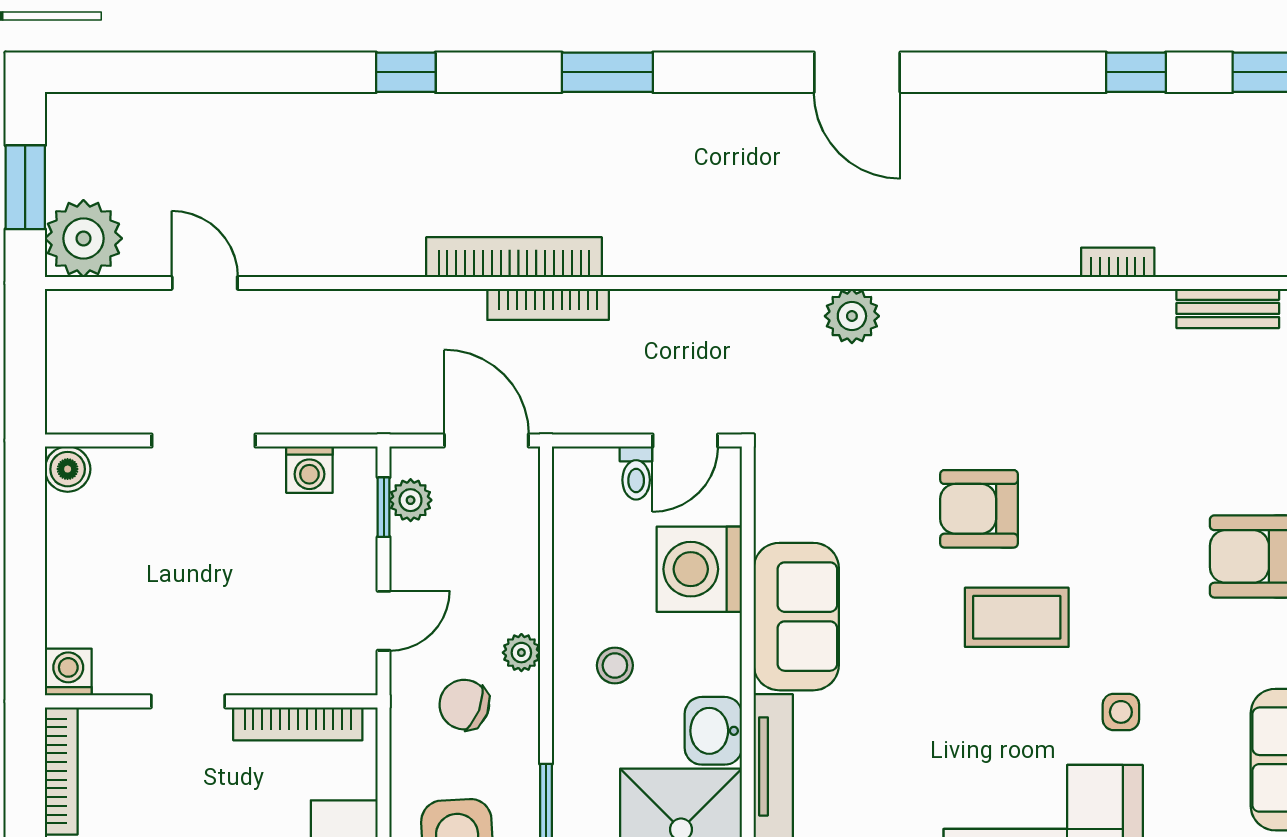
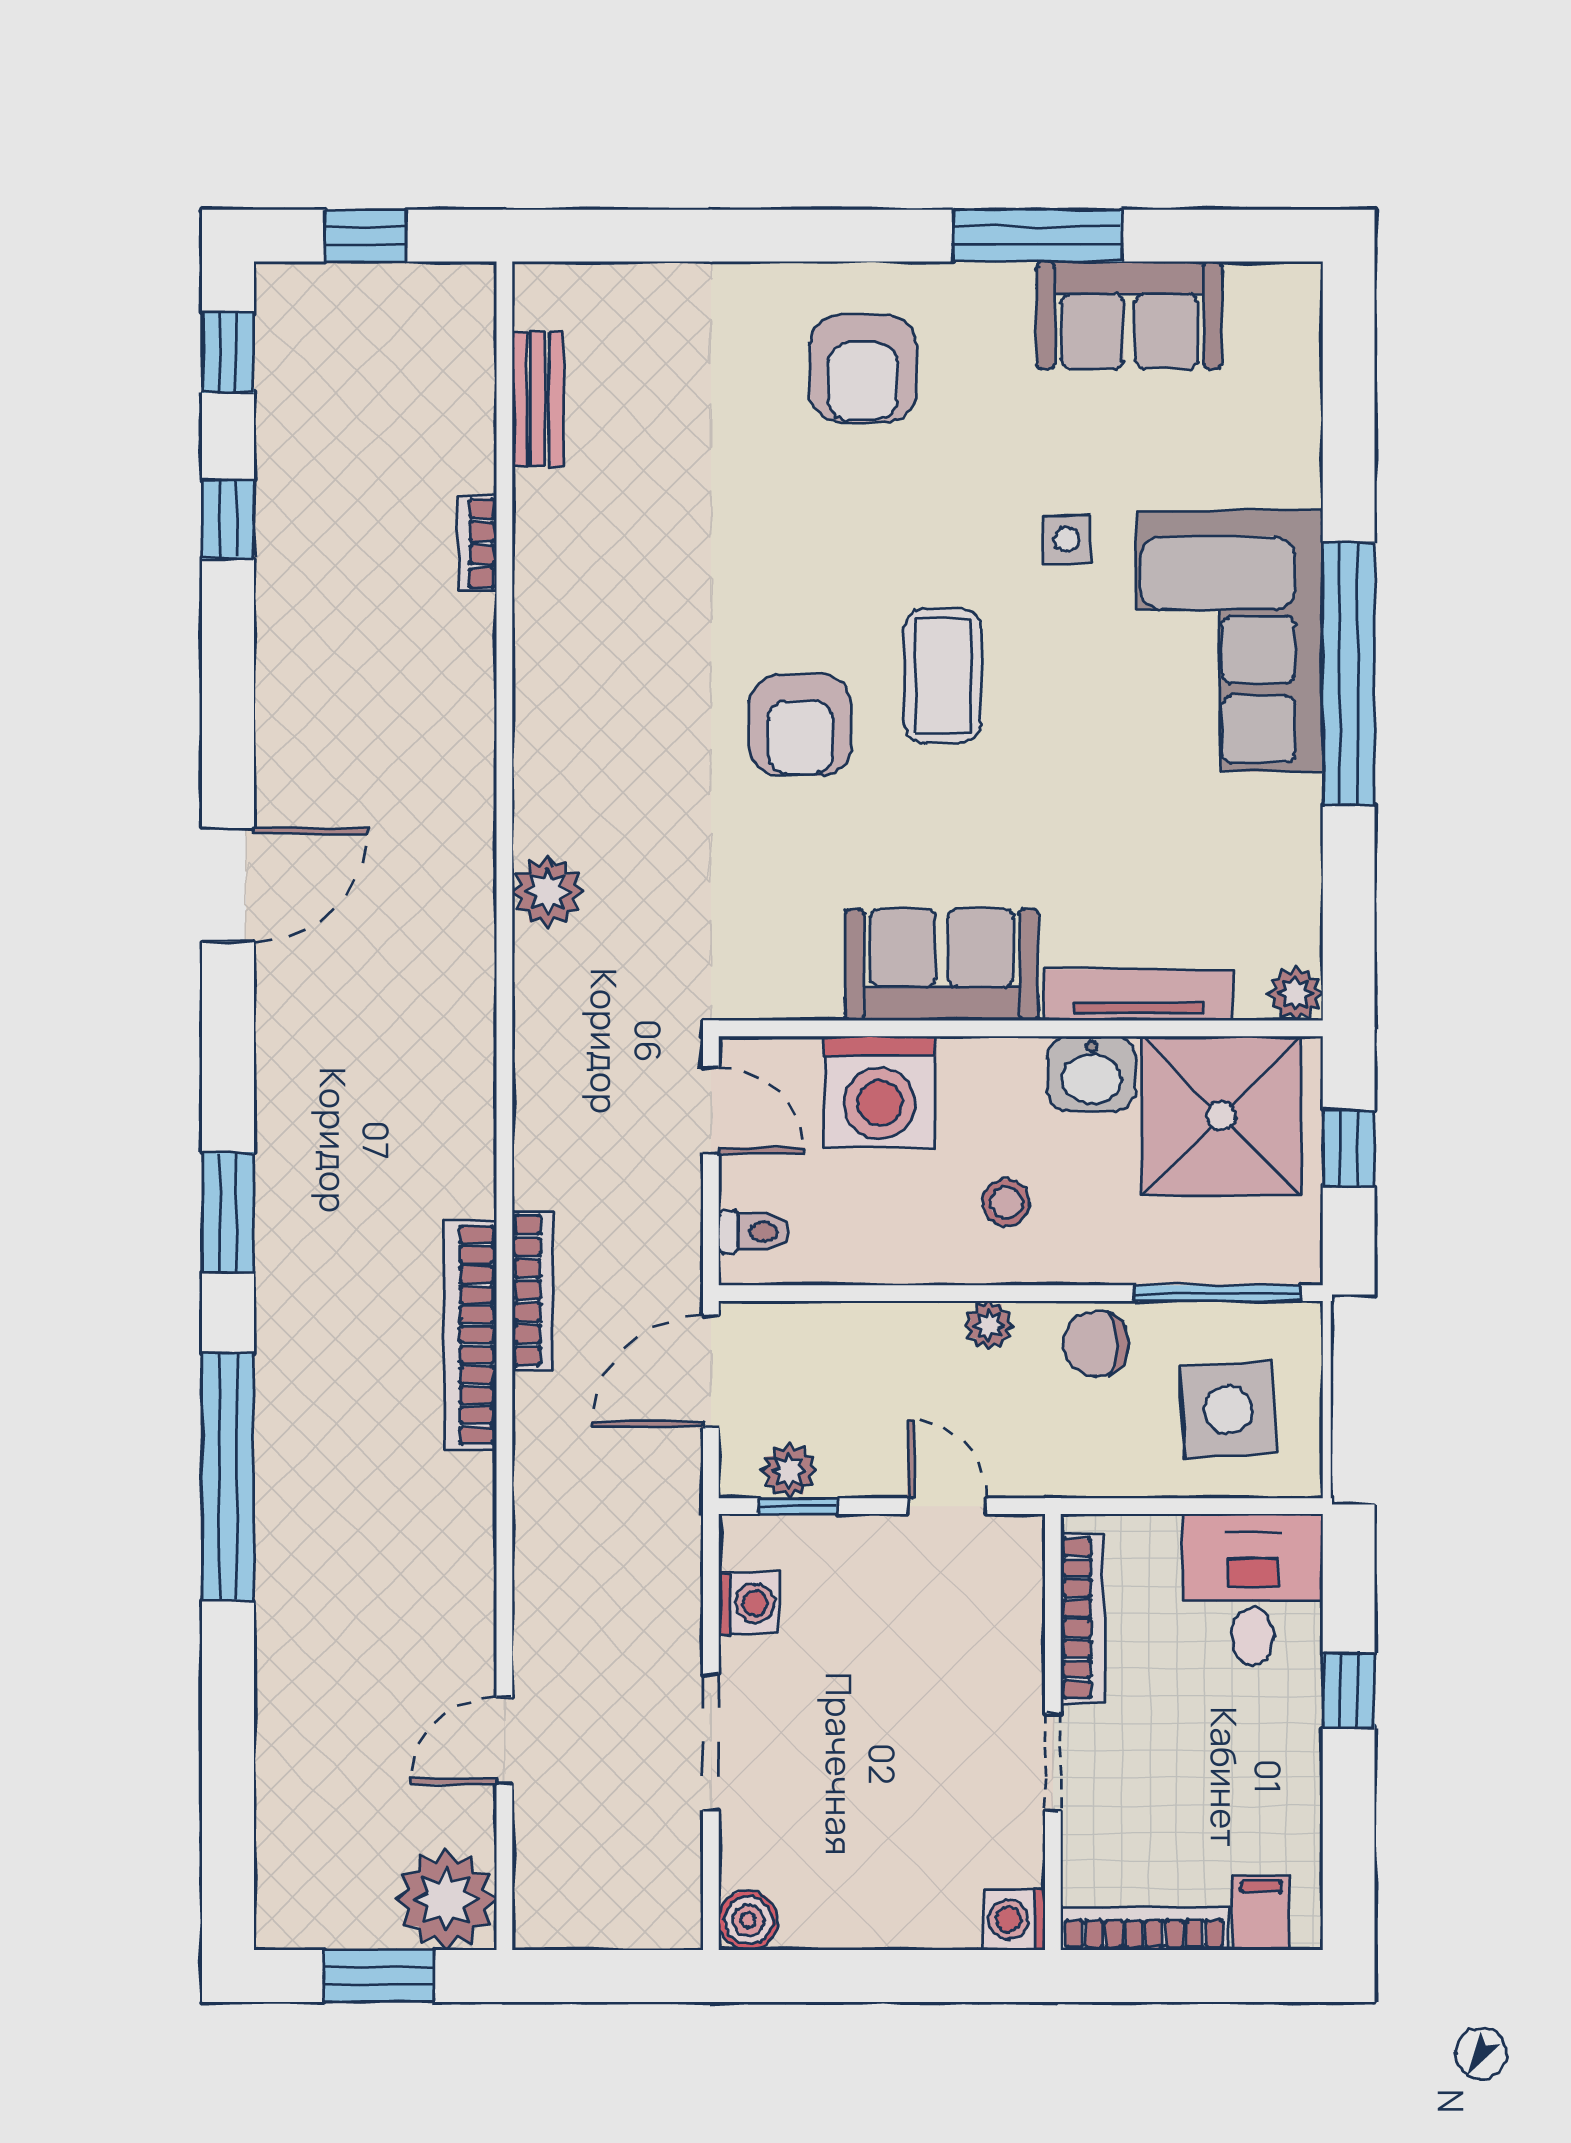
window: (406, 72) -> (228, 1477), width x3.17
toilet: (636, 473) -> (753, 1231), moved
chair: (464, 705) -> (1096, 1344), moved, turned 69

